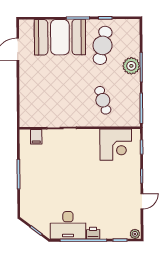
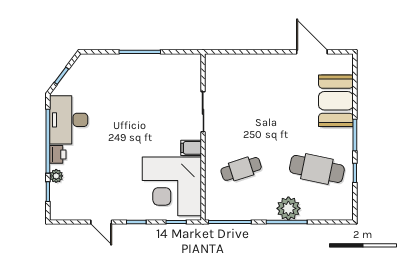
booth: (60, 37) -> (336, 101), width x0.73, depth x0.70
filing cabinet: (36, 137) -> (191, 148), moved
corner desk: (116, 145) -> (172, 186), width x1.36, depth x1.36
plant: (135, 234) -> (56, 176), moved

